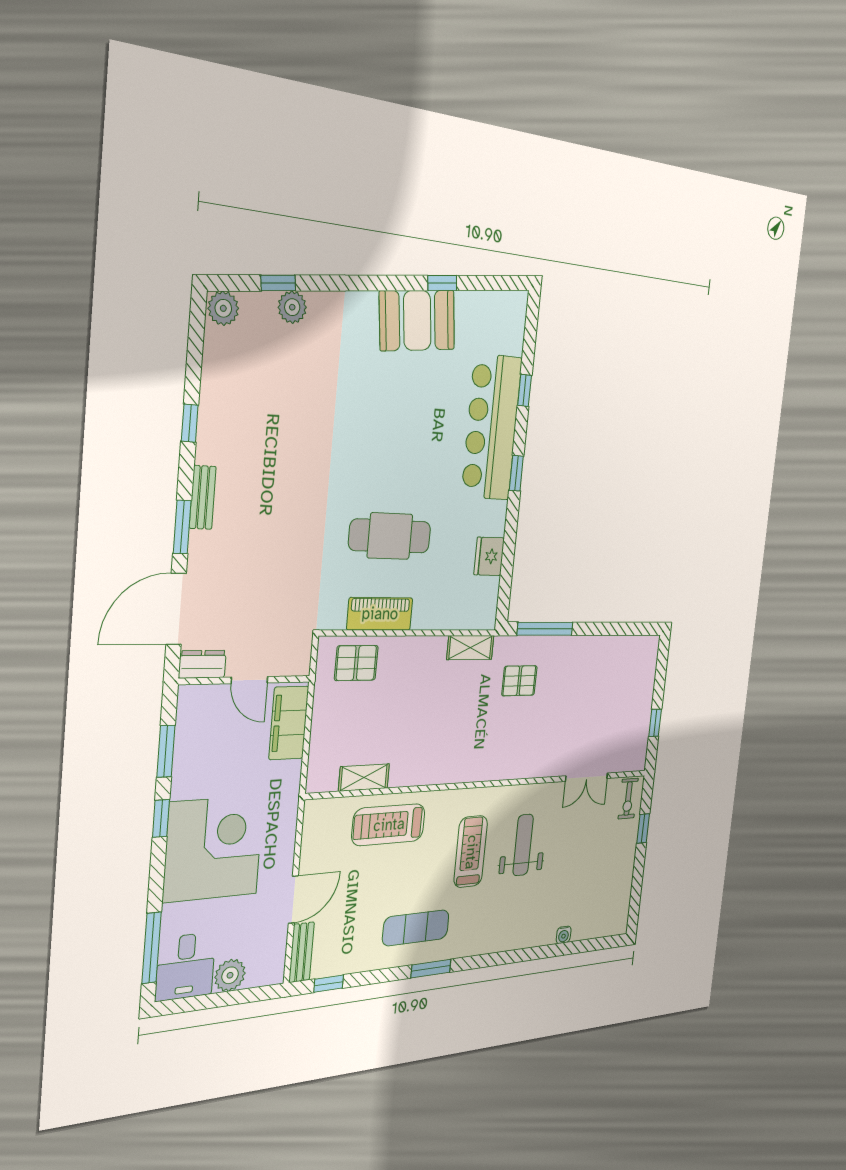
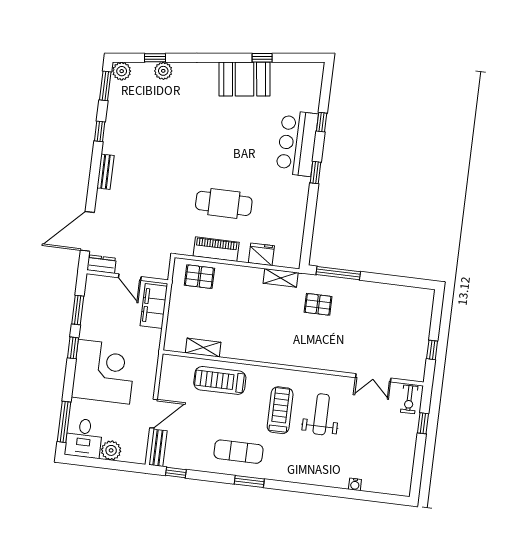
bar counter: (492, 427) -> (297, 143), width x0.73
window: (182, 527) -> (105, 86), moved
fridge: (489, 556) -> (261, 254), moved, turned 90

